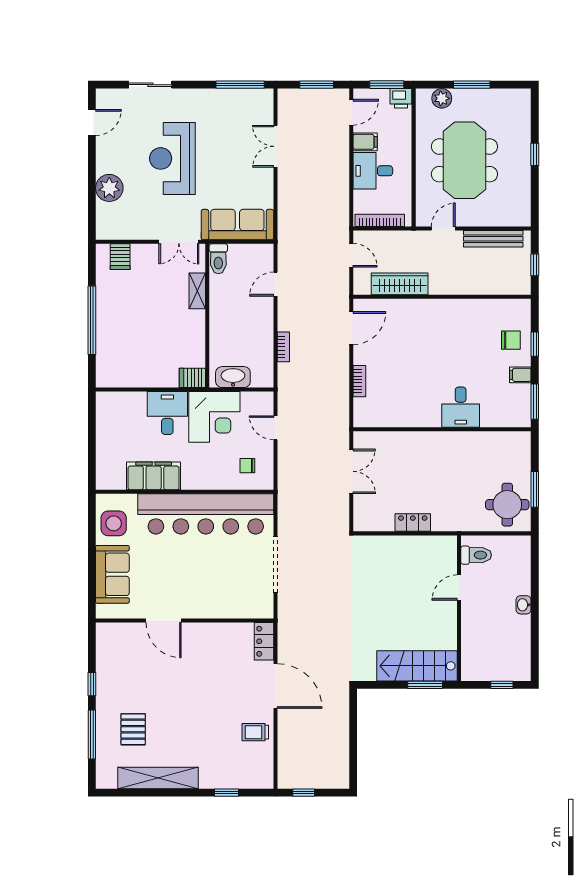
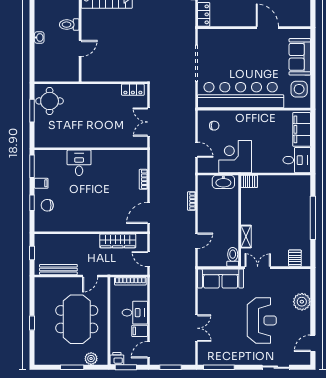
desk: (167, 413) -> (297, 160), moved, turned -90
filing cabinet: (154, 476) -> (302, 129), moved, turned 90
locker: (413, 523) -> (133, 90), moved
toilet: (476, 555) -> (69, 25), moved

